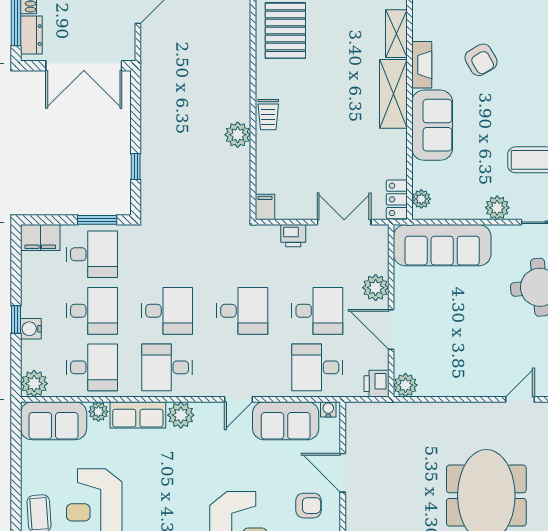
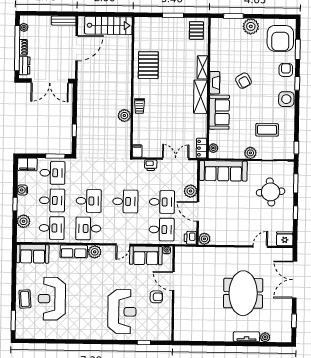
water cooler: (31, 329) -> (22, 190), moved
desk: (317, 367) -> (162, 230), turned 180
plant: (34, 384) -> (24, 221), moved
plant: (98, 412) -> (55, 250), removed

